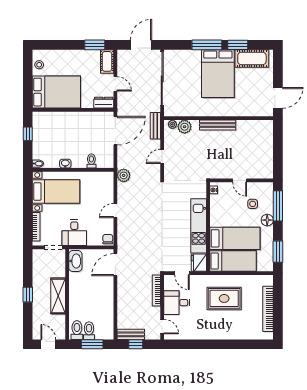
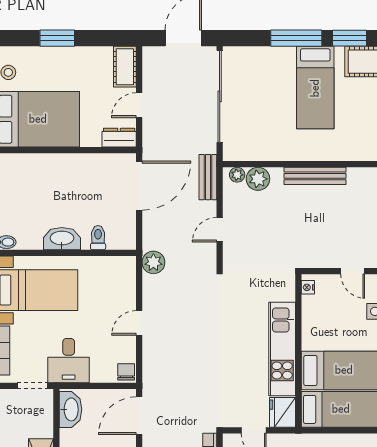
window: (95, 45) -> (57, 38), moved
bed: (218, 74) -> (315, 88), width x0.67
door: (115, 84) -> (139, 105), swing flipped
washbasin: (65, 164) -> (62, 239), width x1.91, depth x1.45

